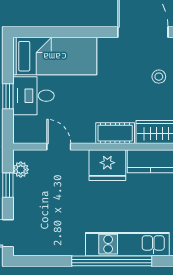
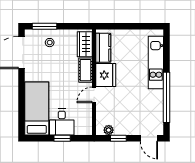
door: (59, 147) -> (94, 95), moved
window: (112, 261) -> (167, 97), moved

